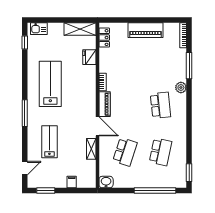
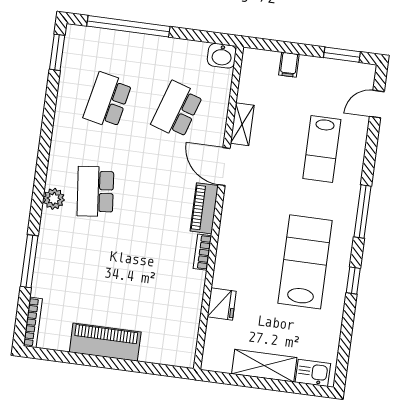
shelving: (80, 29) -> (264, 366), moved
locker: (104, 38) -> (188, 338), removed
window: (25, 43) -> (353, 281), moved
lab bench: (50, 84) -> (305, 262), turned 180
plant: (181, 87) -> (54, 199), moved

